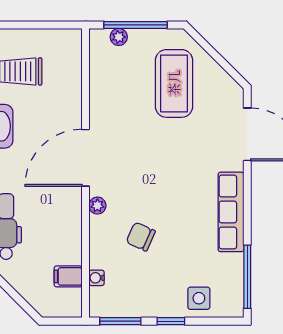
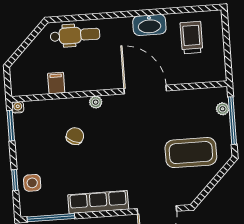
door: (85, 158) -> (145, 90), moved
filing cabinet: (68, 276) -> (56, 83), moved
water cooler: (97, 278) -> (18, 107), moved
window: (171, 321) -> (15, 180), moved

